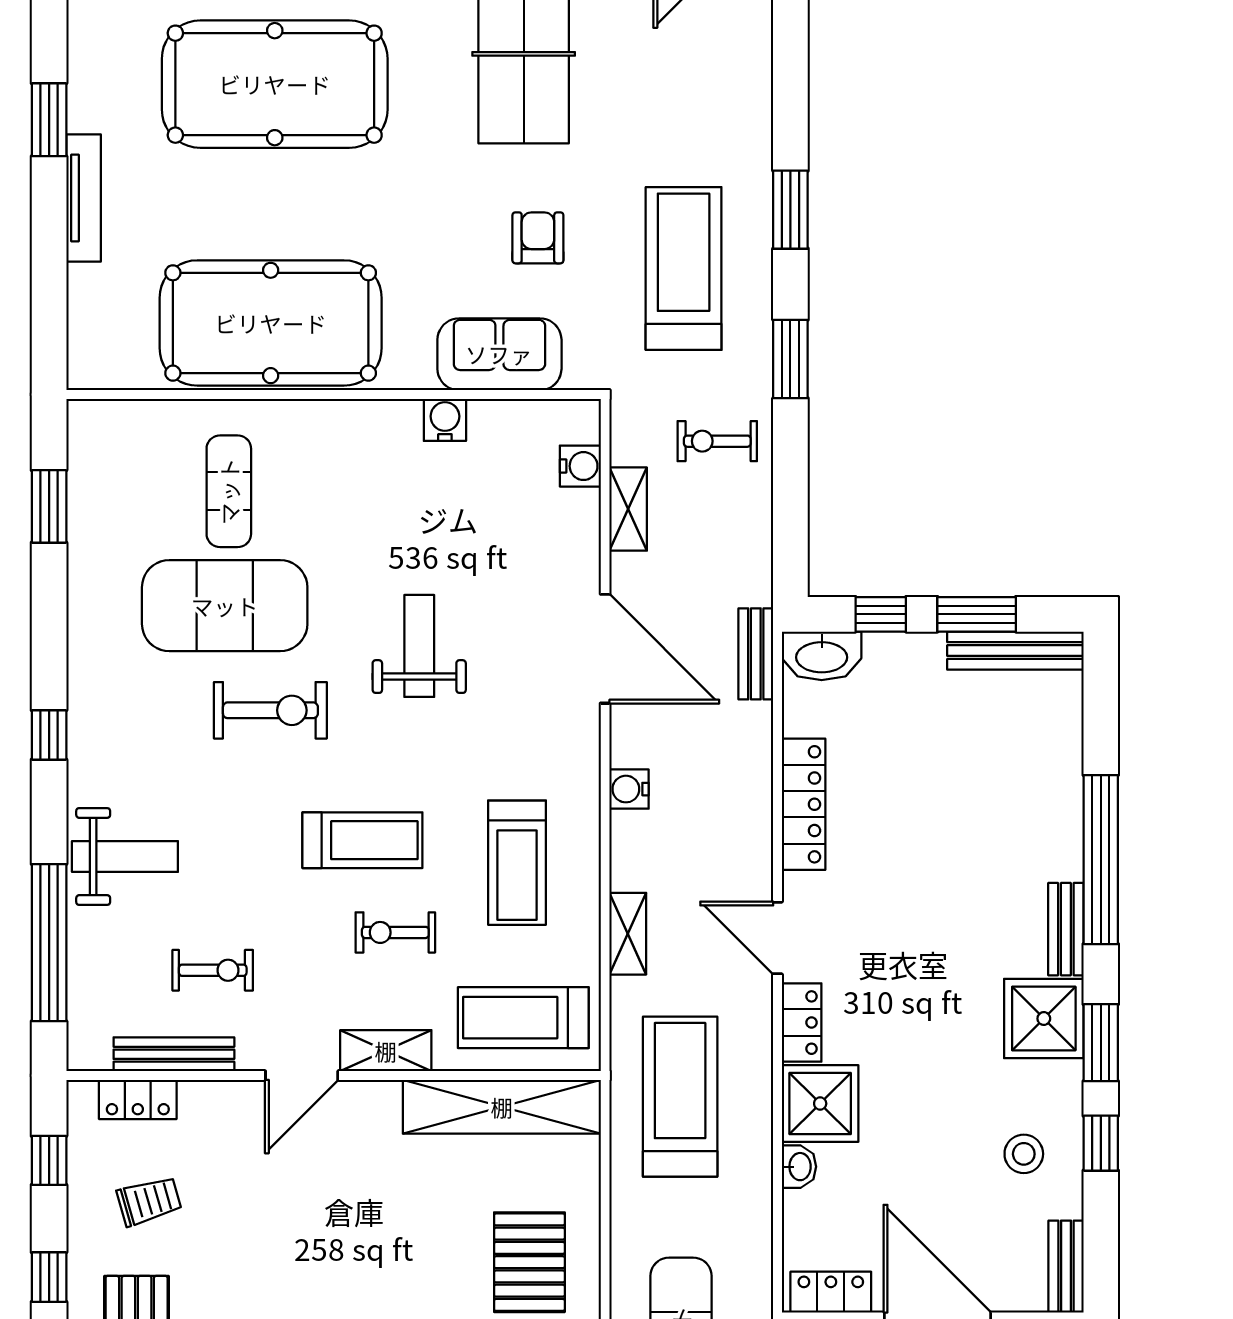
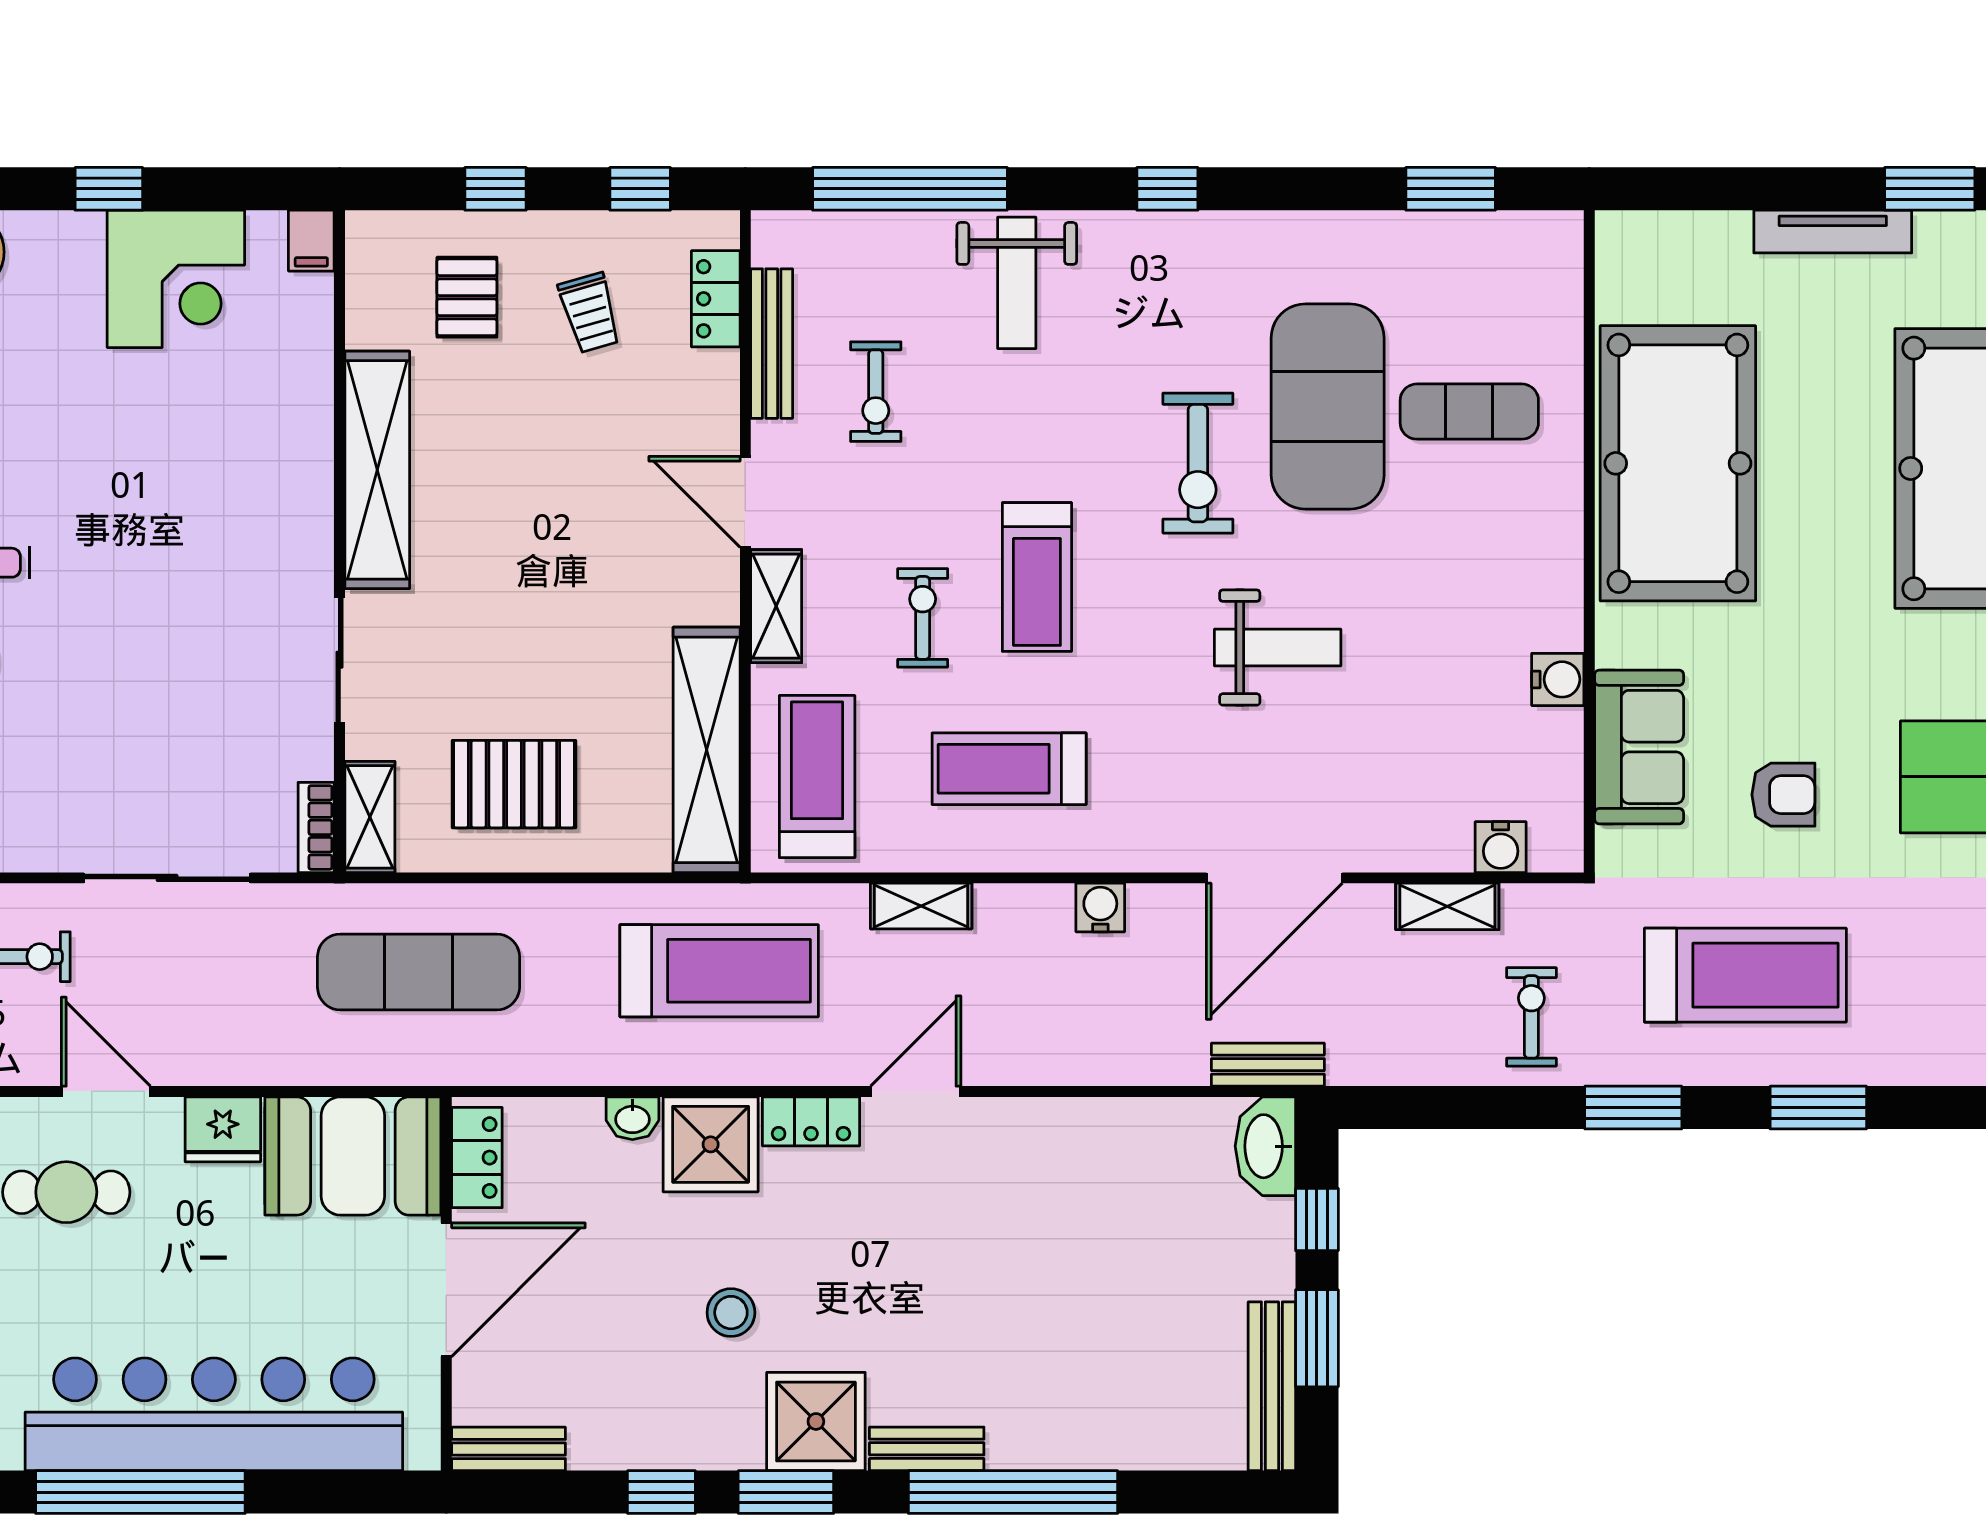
locker: (804, 804) -> (1081, 1124), removed
stool: (1024, 1154) -> (731, 1313), moved

